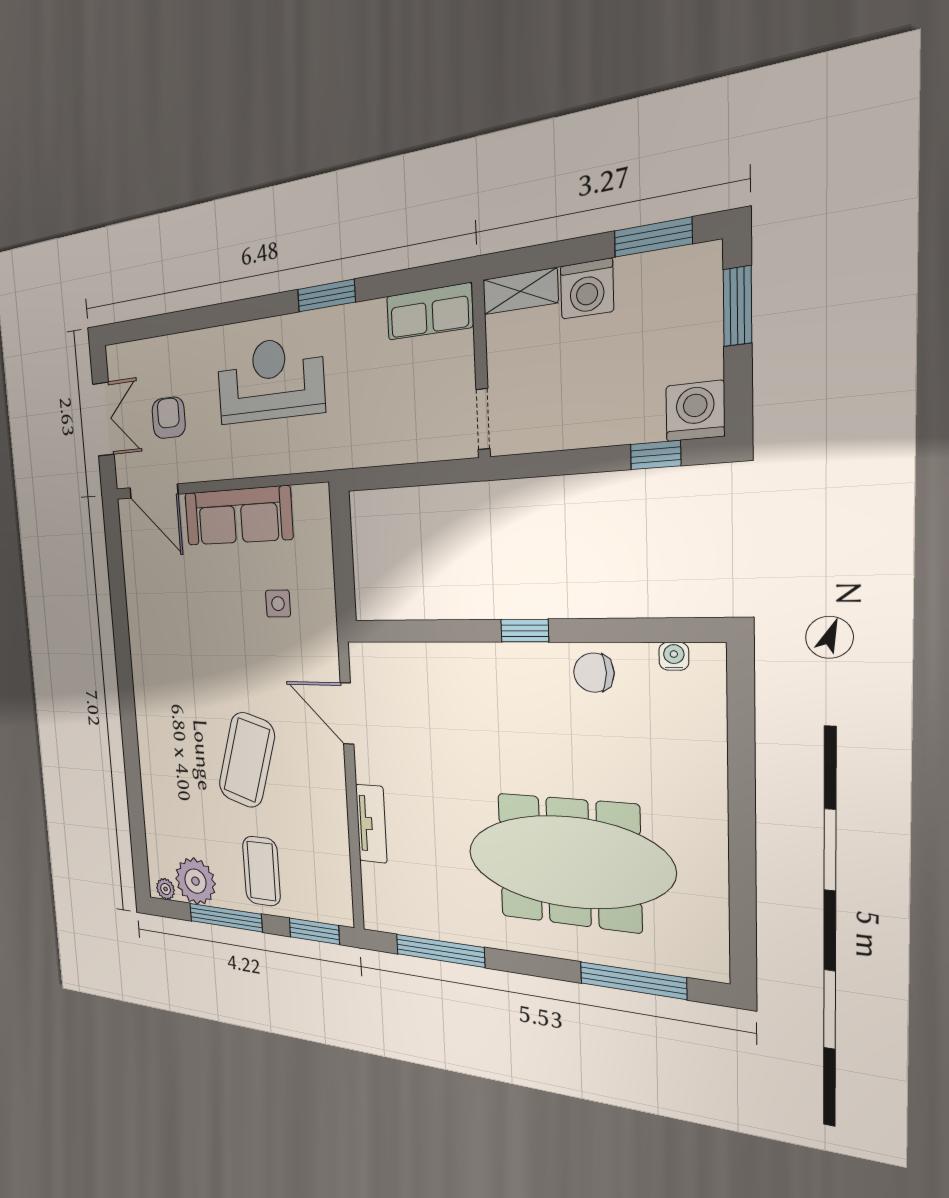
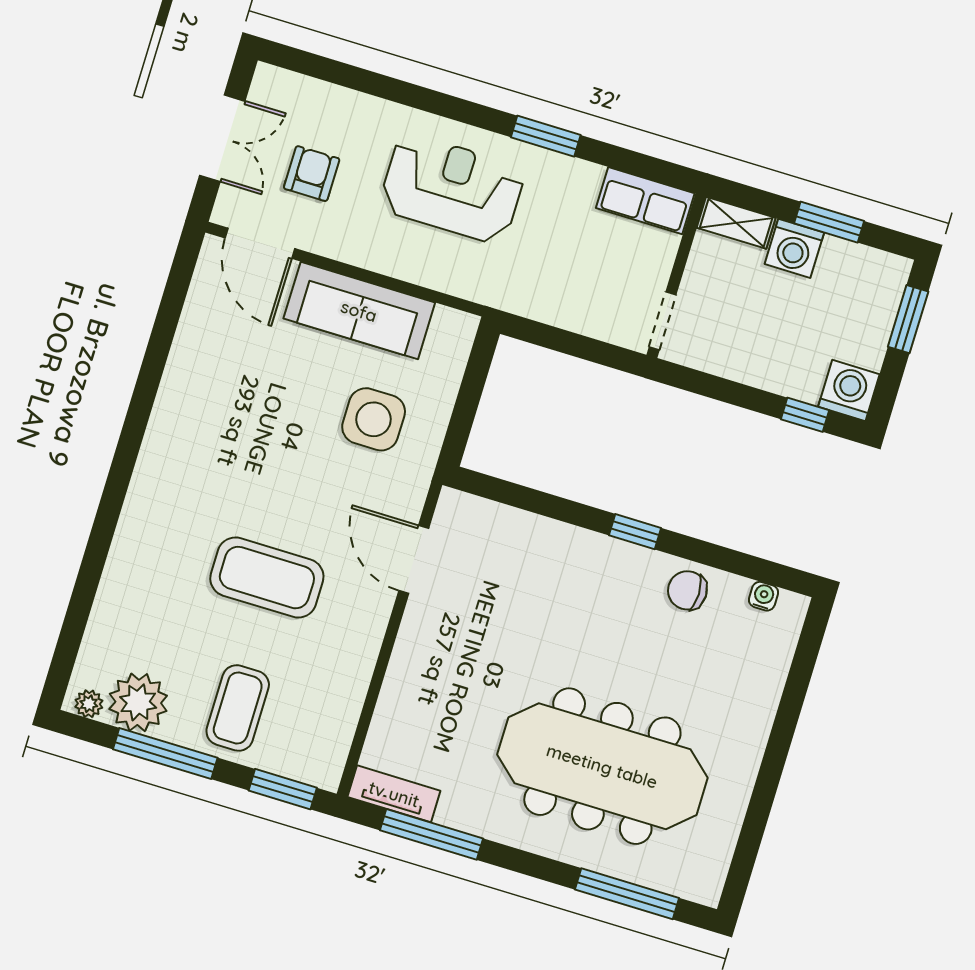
window: (653, 237) -> (829, 222), moved
side table: (278, 604) -> (374, 419), width x1.87, depth x1.87
coffee table: (247, 760) -> (267, 578), turned 73
tv unit: (371, 824) -> (394, 794), moved, turned -90

